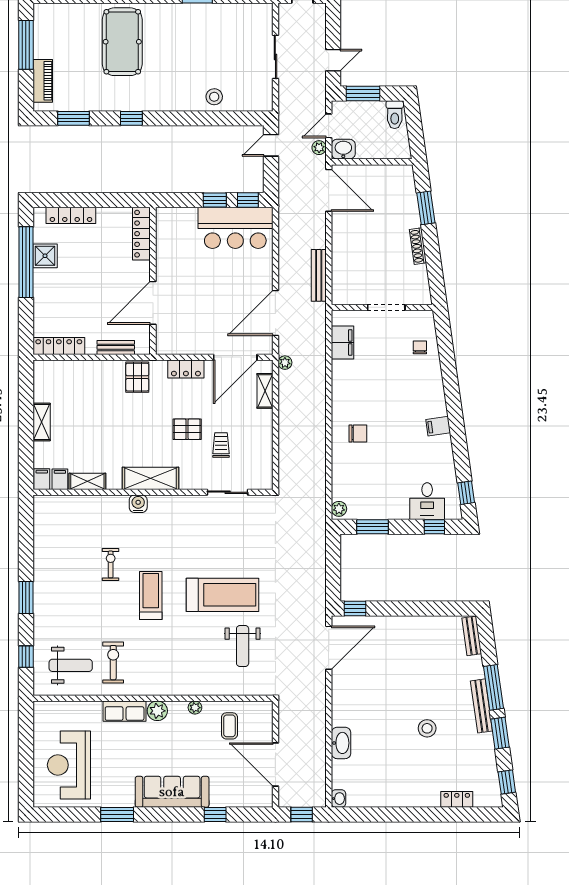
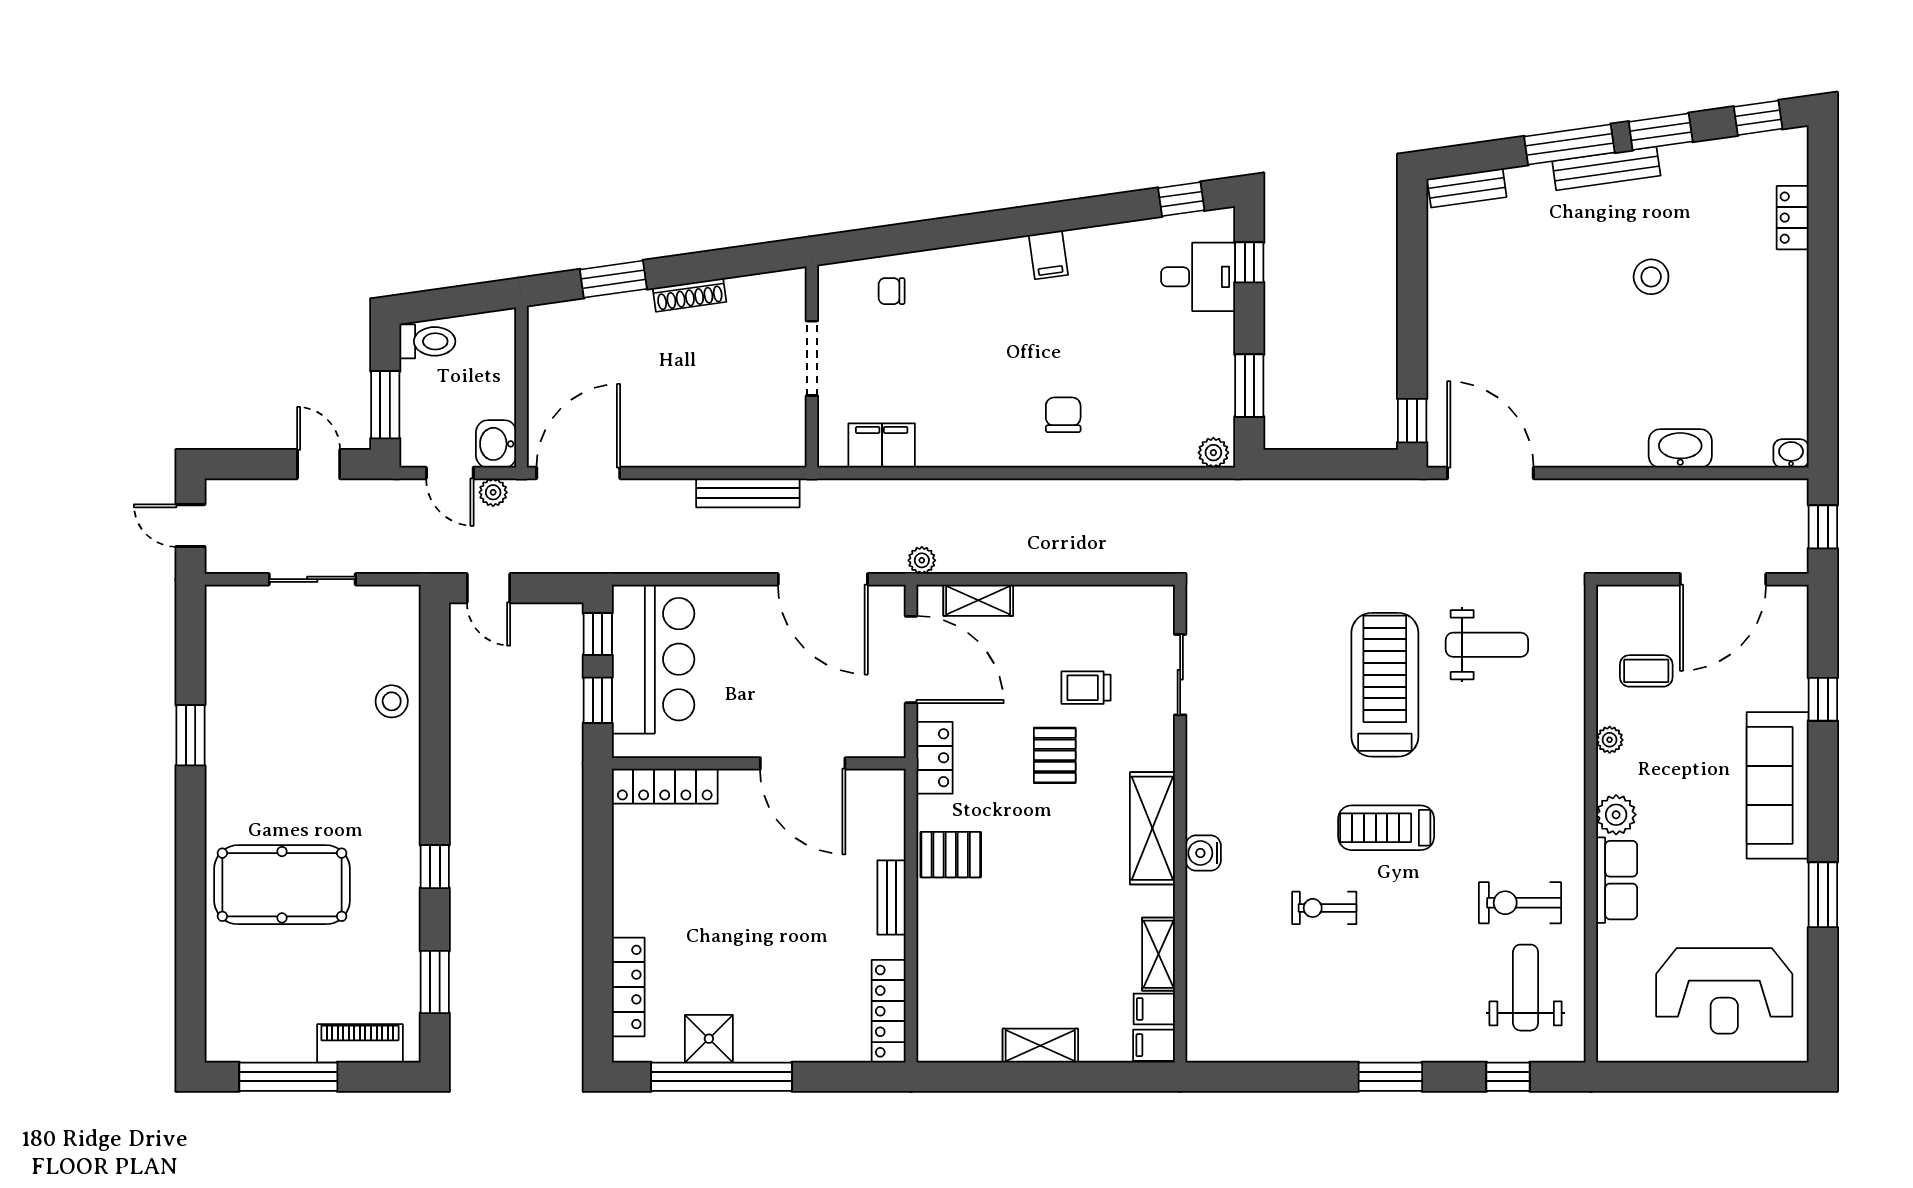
locker: (141, 234) -> (665, 786), moved
wall: (153, 281) -> (759, 763), moved
door: (153, 303) -> (803, 763), moved

